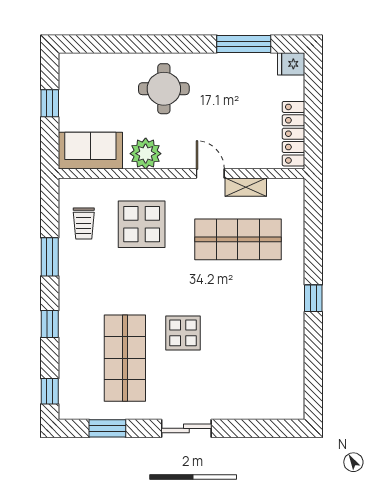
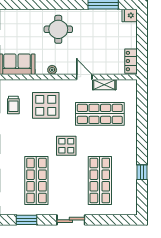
locker: (293, 134) -> (131, 61), width x0.66
plant: (146, 154) -> (52, 70), width x0.53, depth x0.53
window: (313, 298) -> (142, 172), moved
display table: (183, 333) -> (66, 146), moved
shop shelf: (238, 358) -> (100, 180), added

